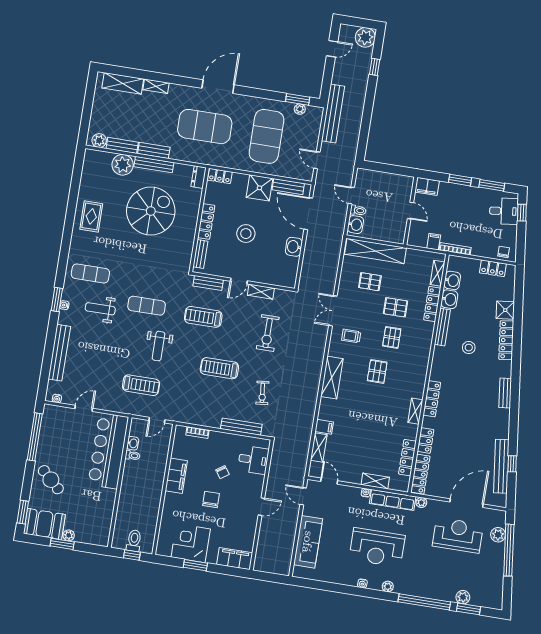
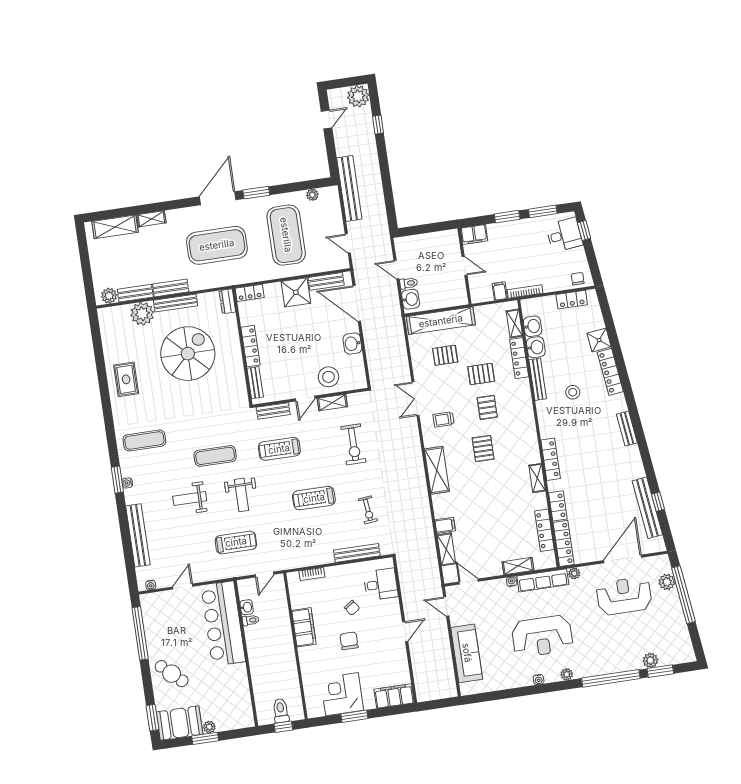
window: (298, 99) -> (256, 193), moved
stool: (246, 234) -> (328, 377), moved
weight bench: (100, 309) -> (190, 499), moved

